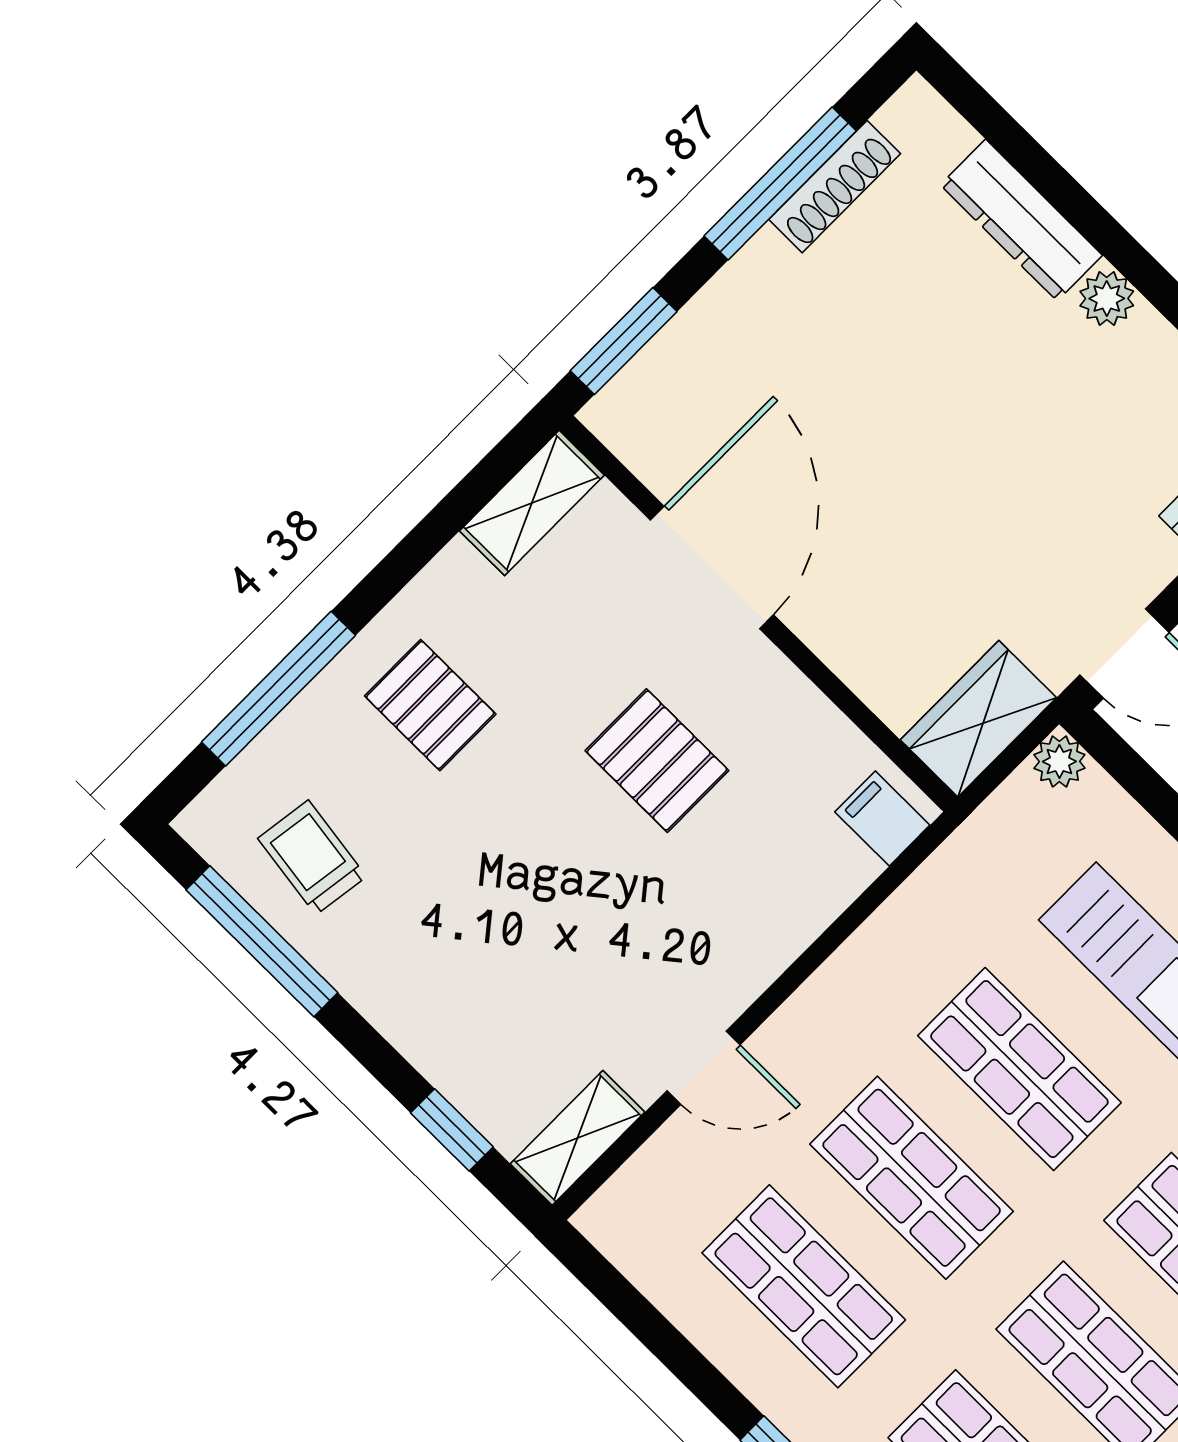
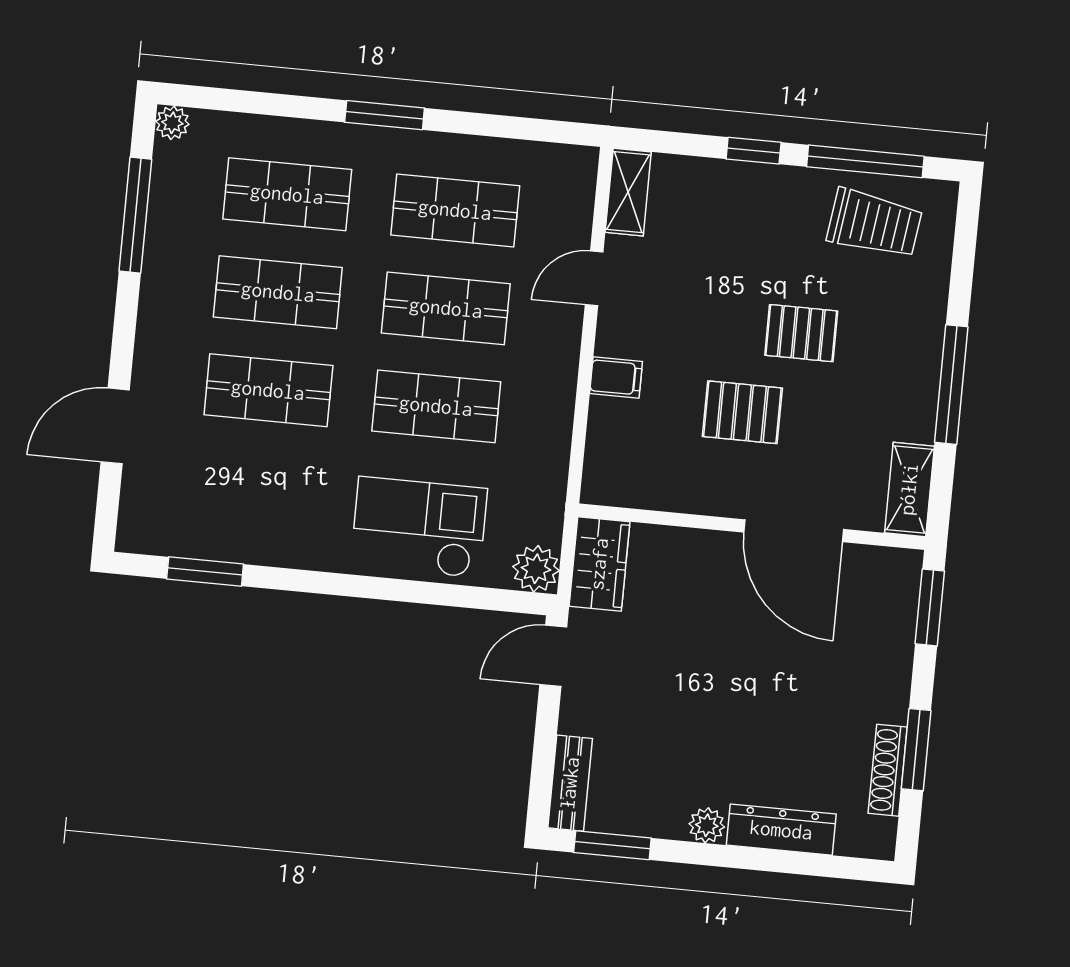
window: (780, 183) -> (916, 750), width x0.69
window: (278, 689) -> (951, 385), moved
pallet: (430, 705) -> (801, 333), moved
plant: (1059, 761) -> (536, 569), width x1.38, depth x1.38
filing cabinet: (882, 818) -> (616, 377), moved
trolley: (312, 857) -> (874, 224), width x1.36, depth x1.39
window: (452, 1130) -> (754, 151), moved

